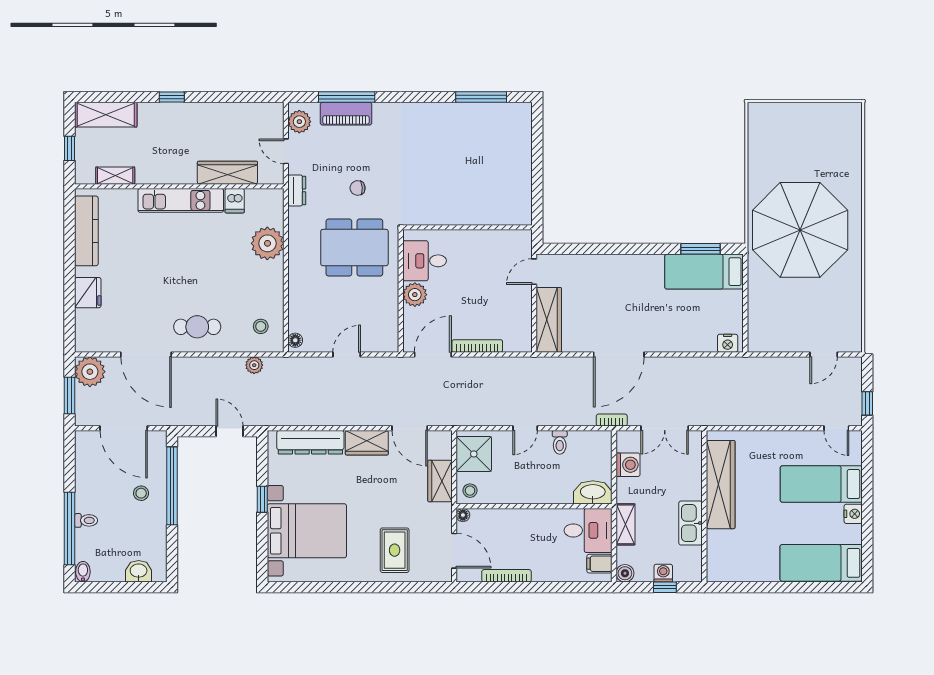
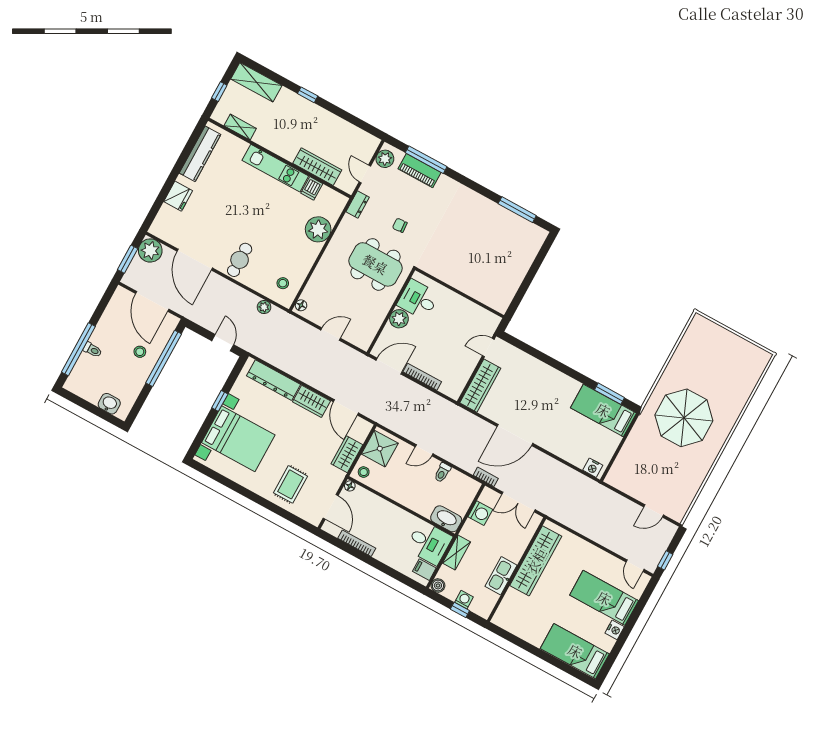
parasol: (800, 230) -> (684, 418), width x0.73, depth x0.73
cafe table: (197, 327) -> (240, 260), turned 90
bidet: (83, 572) -> (71, 383), removed

